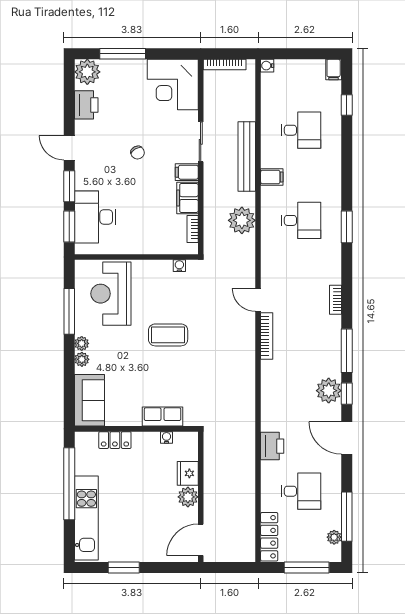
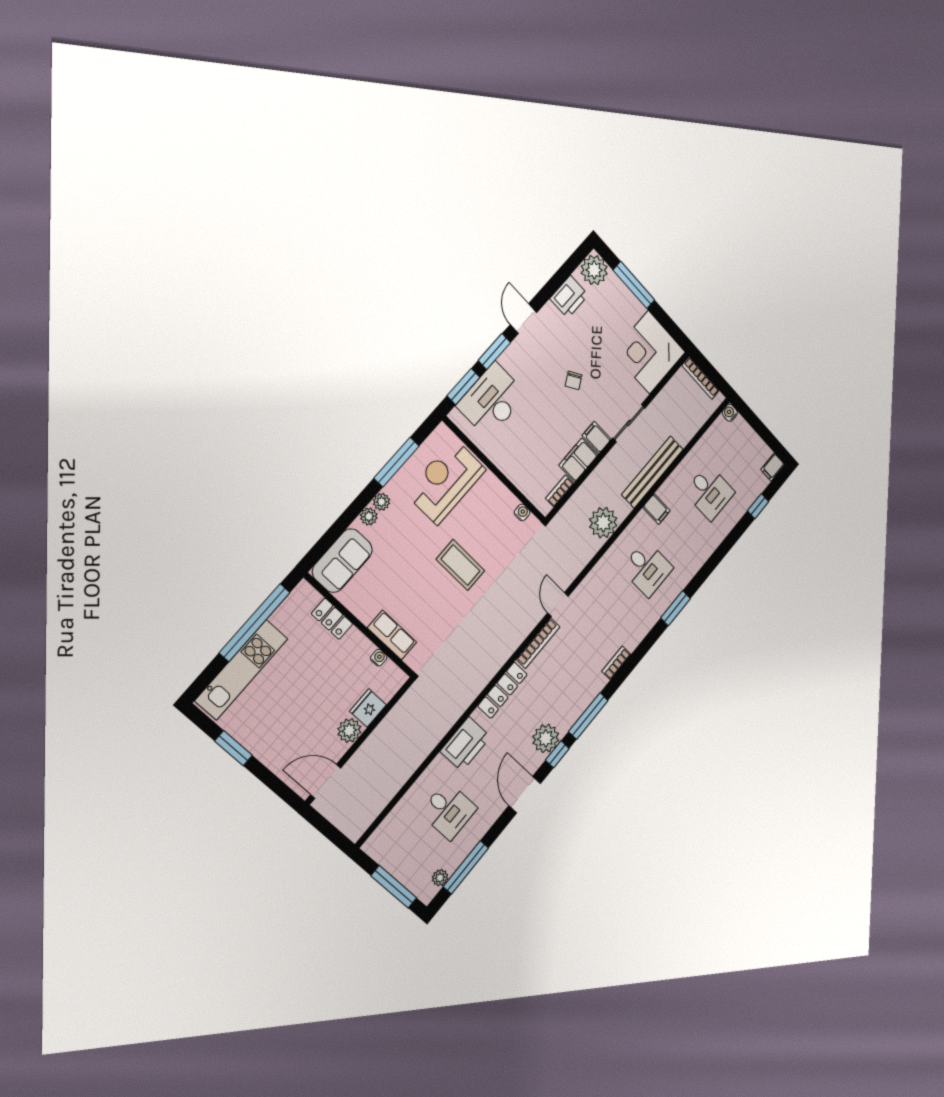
printer: (272, 446) -> (465, 744), width x1.37, depth x1.19
locker: (269, 537) -> (503, 690), moved

